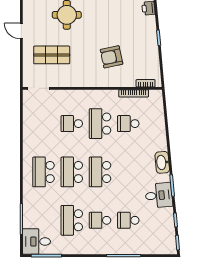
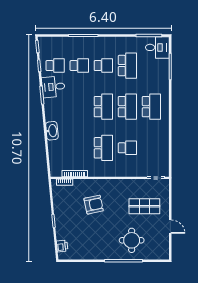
school desk: (128, 124) -> (55, 66), moved
washbasin: (162, 162) -> (52, 131), moved

